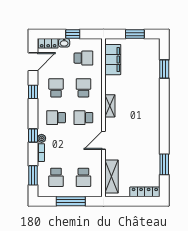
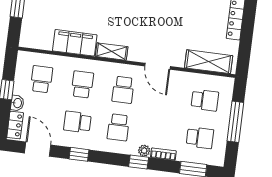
filing cabinet: (113, 60) -> (75, 43), moved
school desk: (83, 88) -> (82, 84), turned 90

